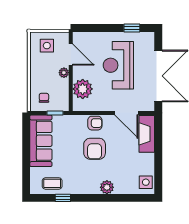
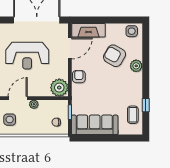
plant: (83, 89) -> (59, 88), moved
armchair: (95, 149) -> (115, 56), moved, turned -150

